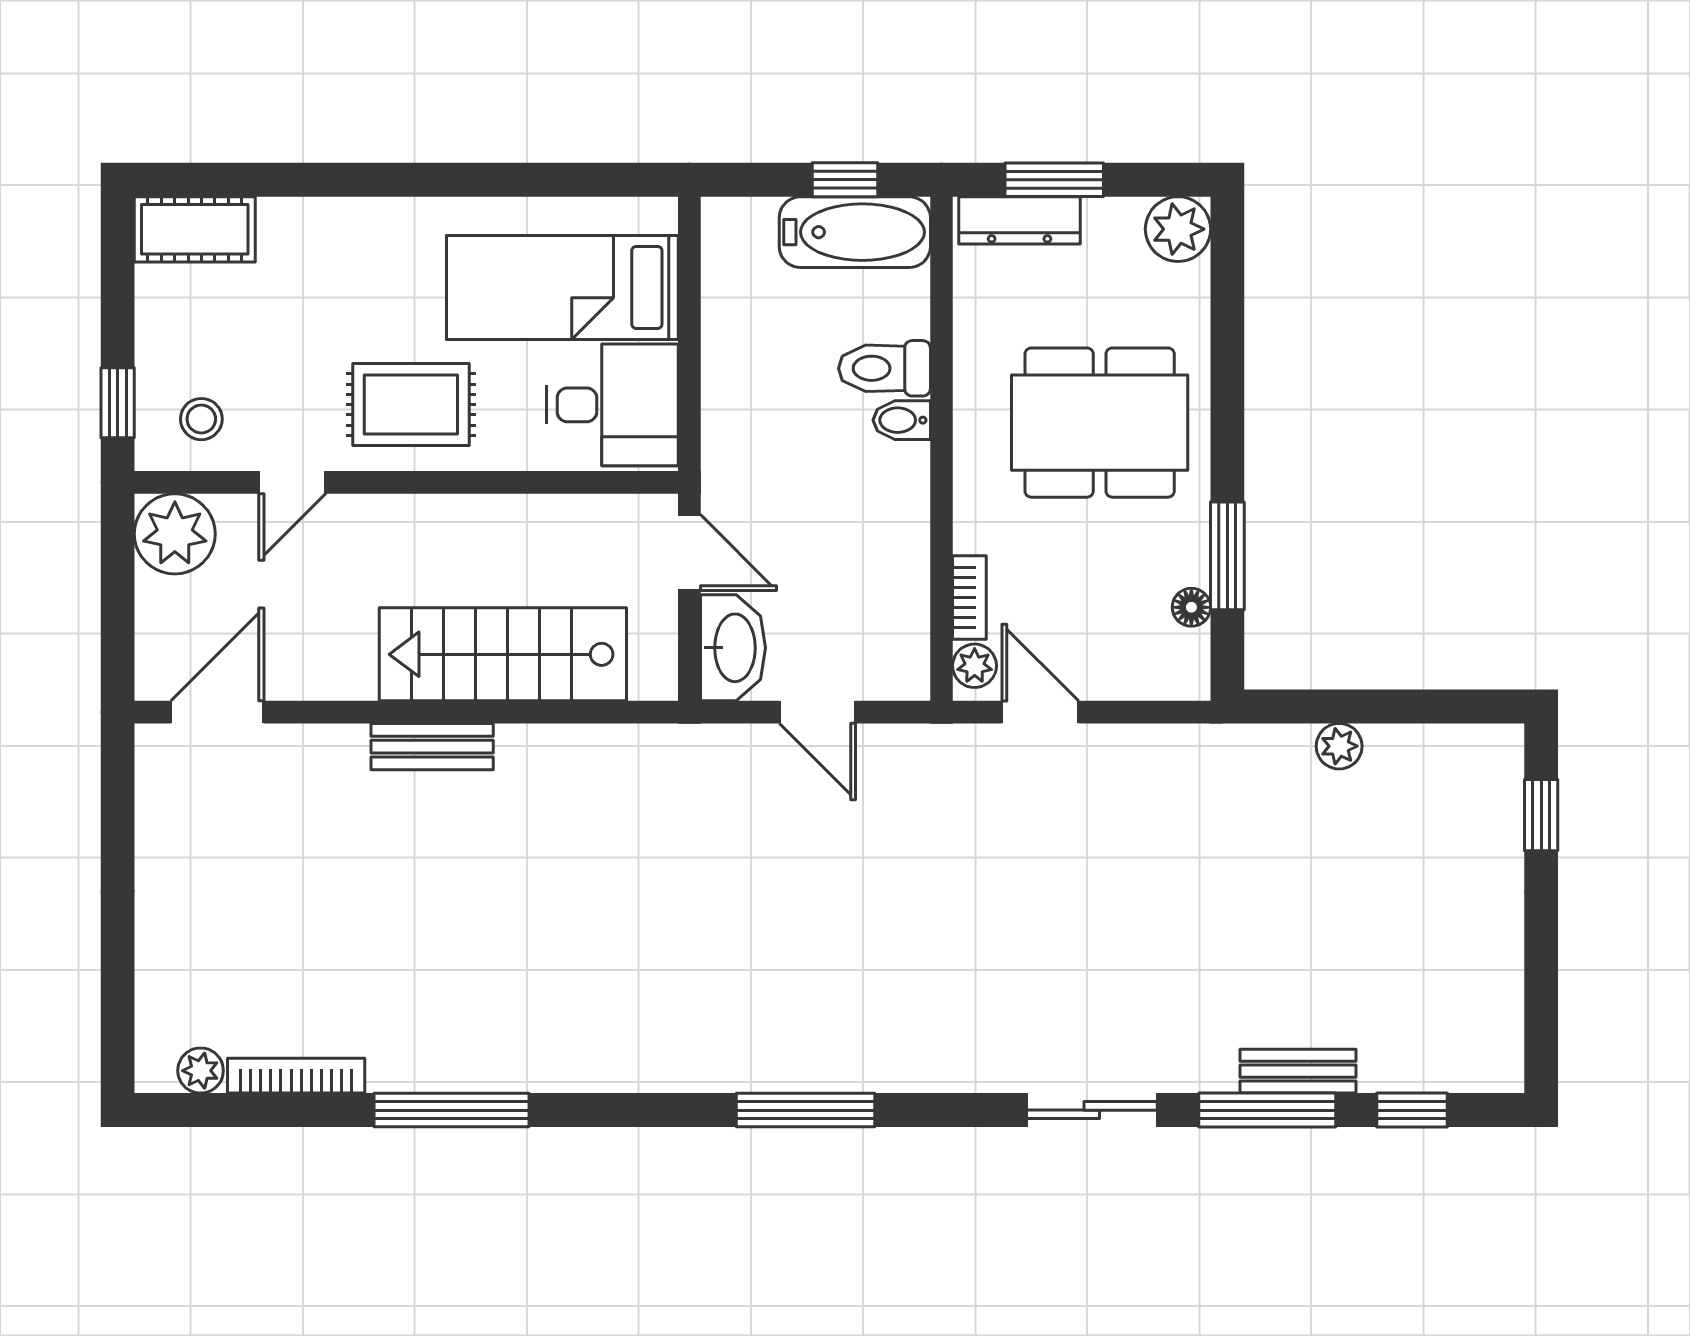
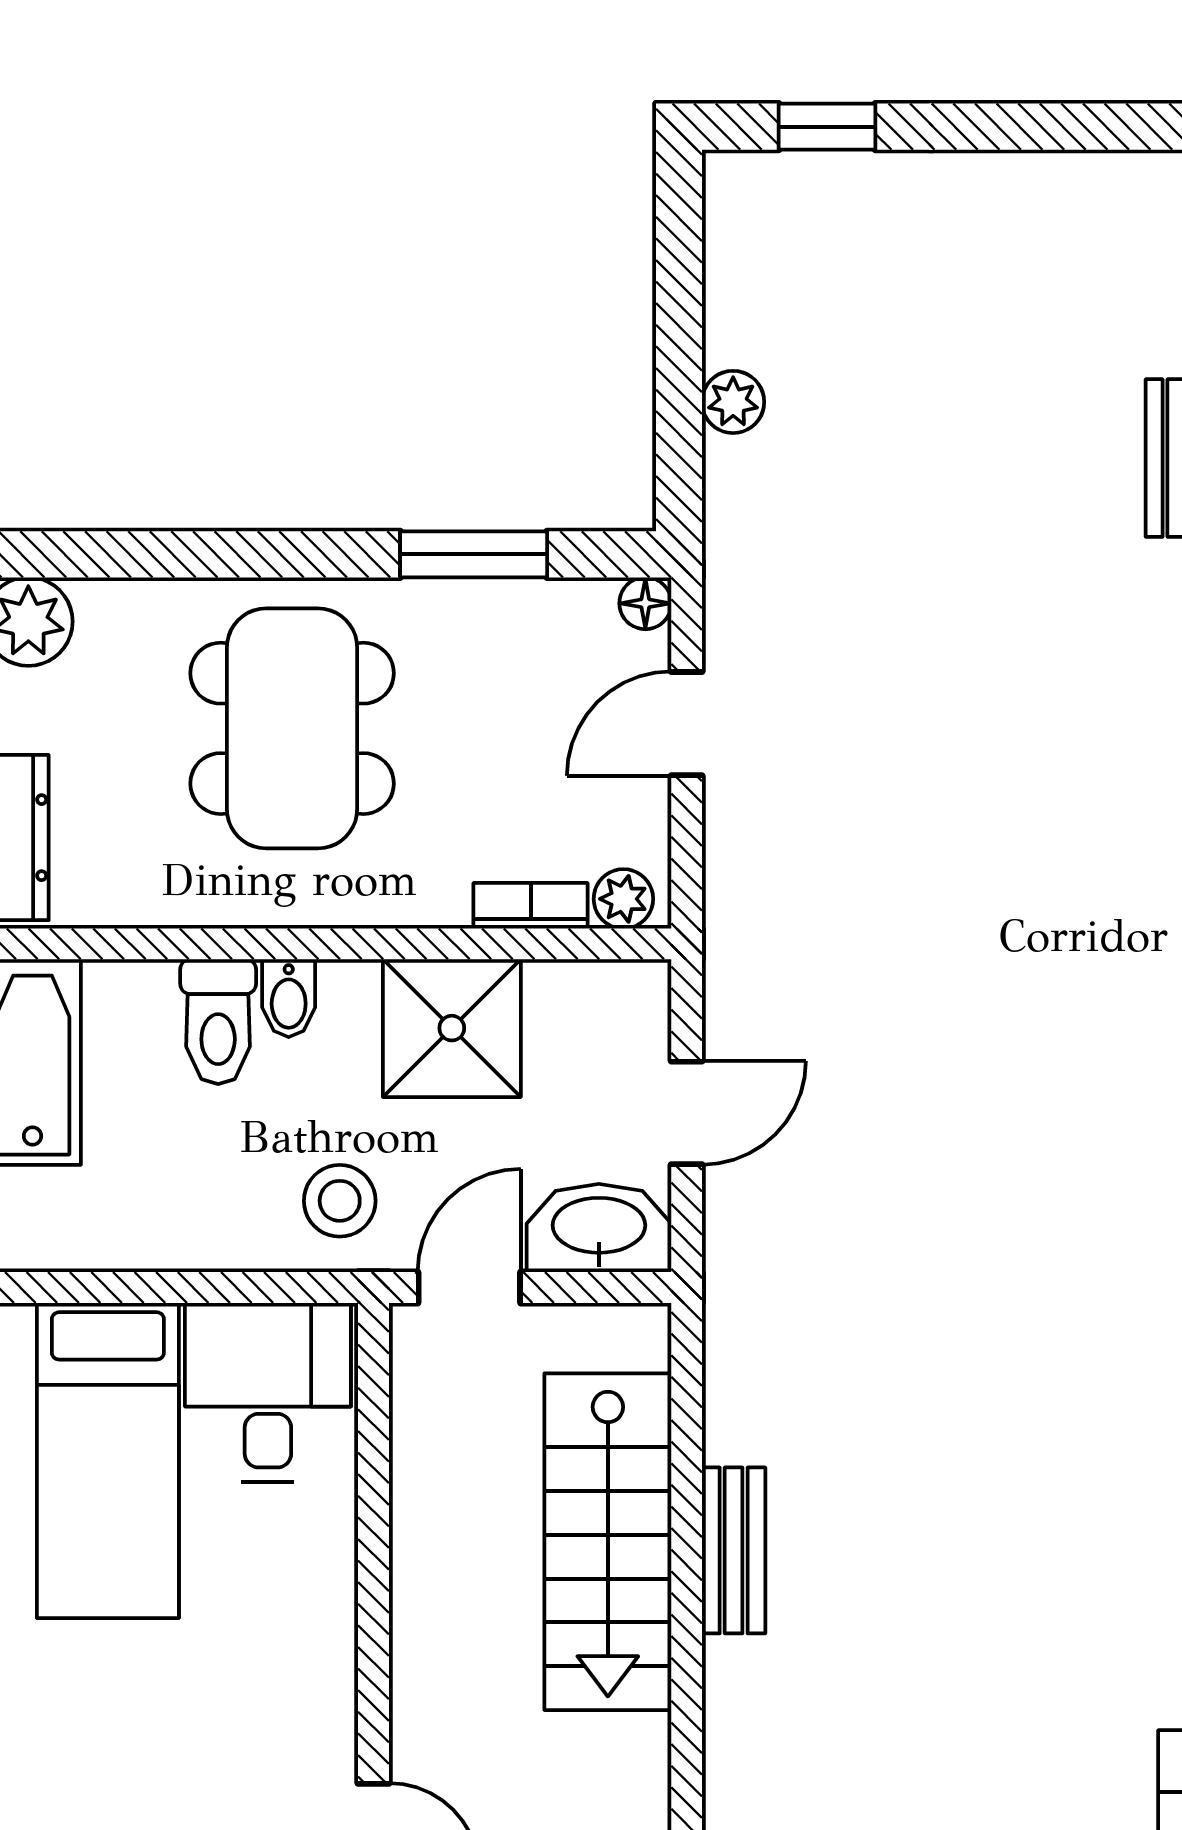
rug: (411, 405) -> (267, 1667), removed
stool: (753, 458) -> (340, 1201), added
shower: (880, 540) -> (452, 1028), added
floor lamp: (1191, 607) -> (645, 603), moved
door: (1040, 712) -> (687, 724), moved
bench: (432, 747) -> (734, 1550), moved

